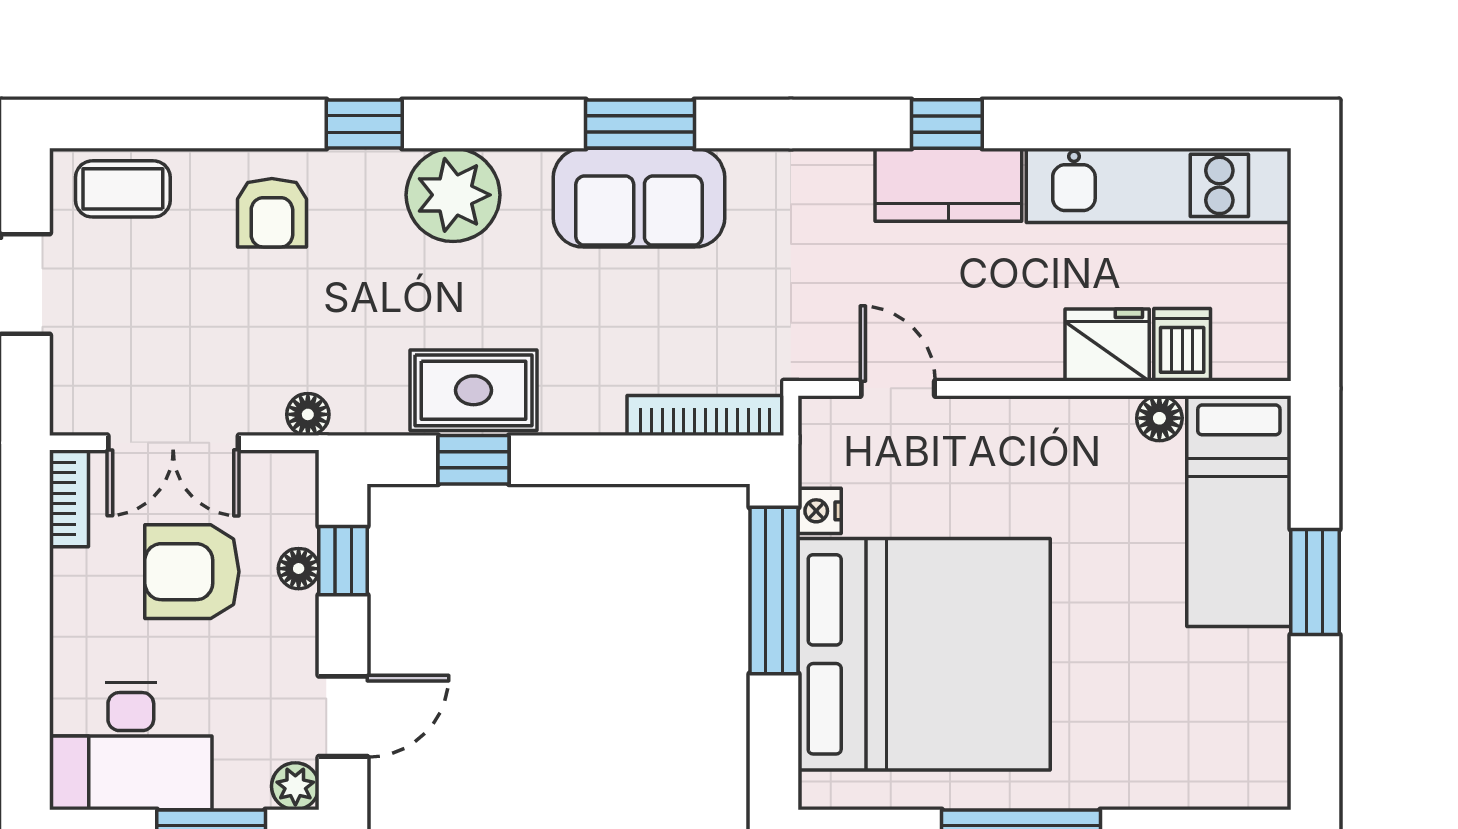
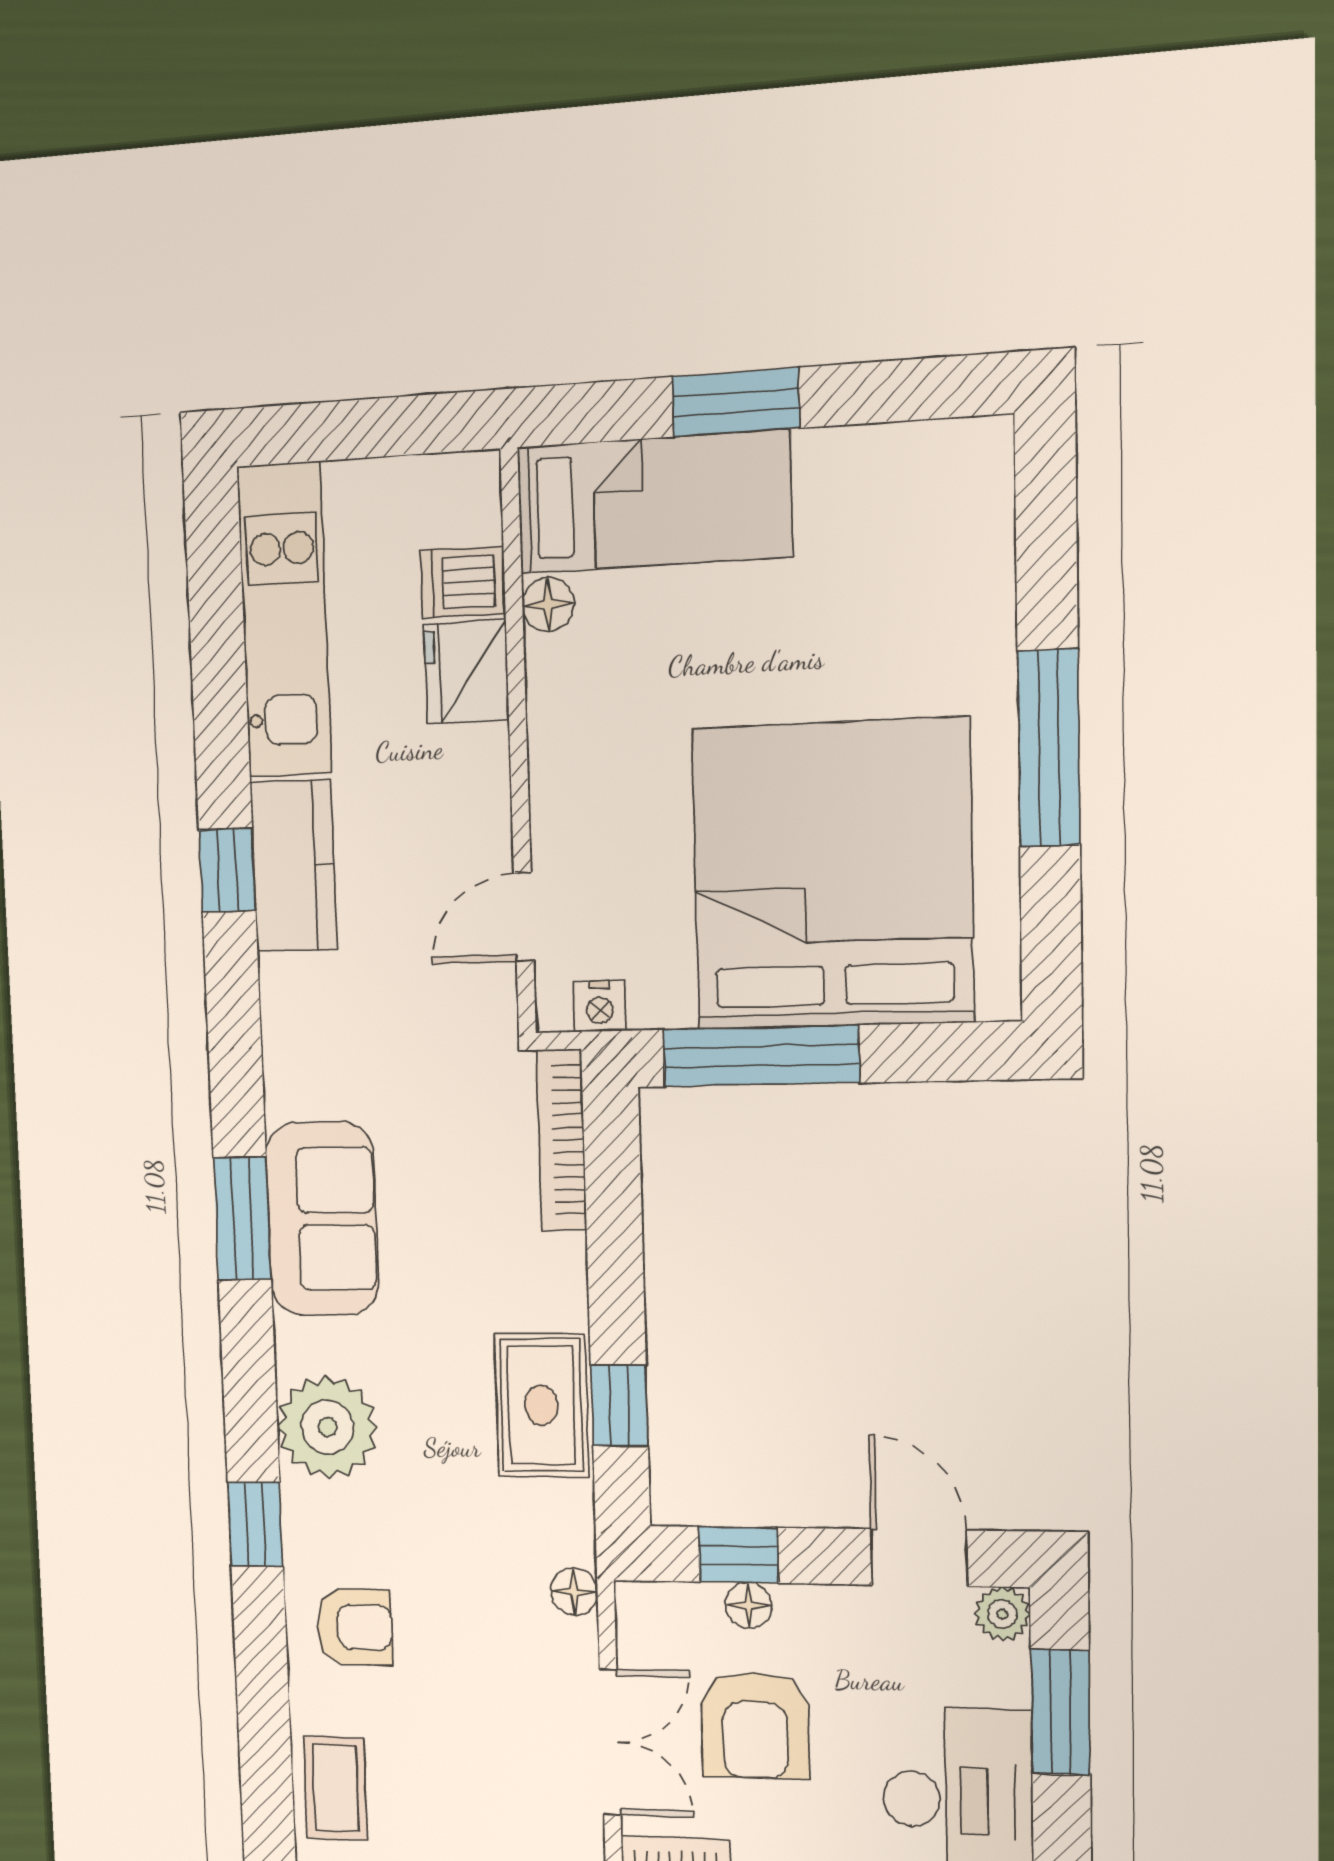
nightstand: (820, 511) -> (600, 1006), moved

